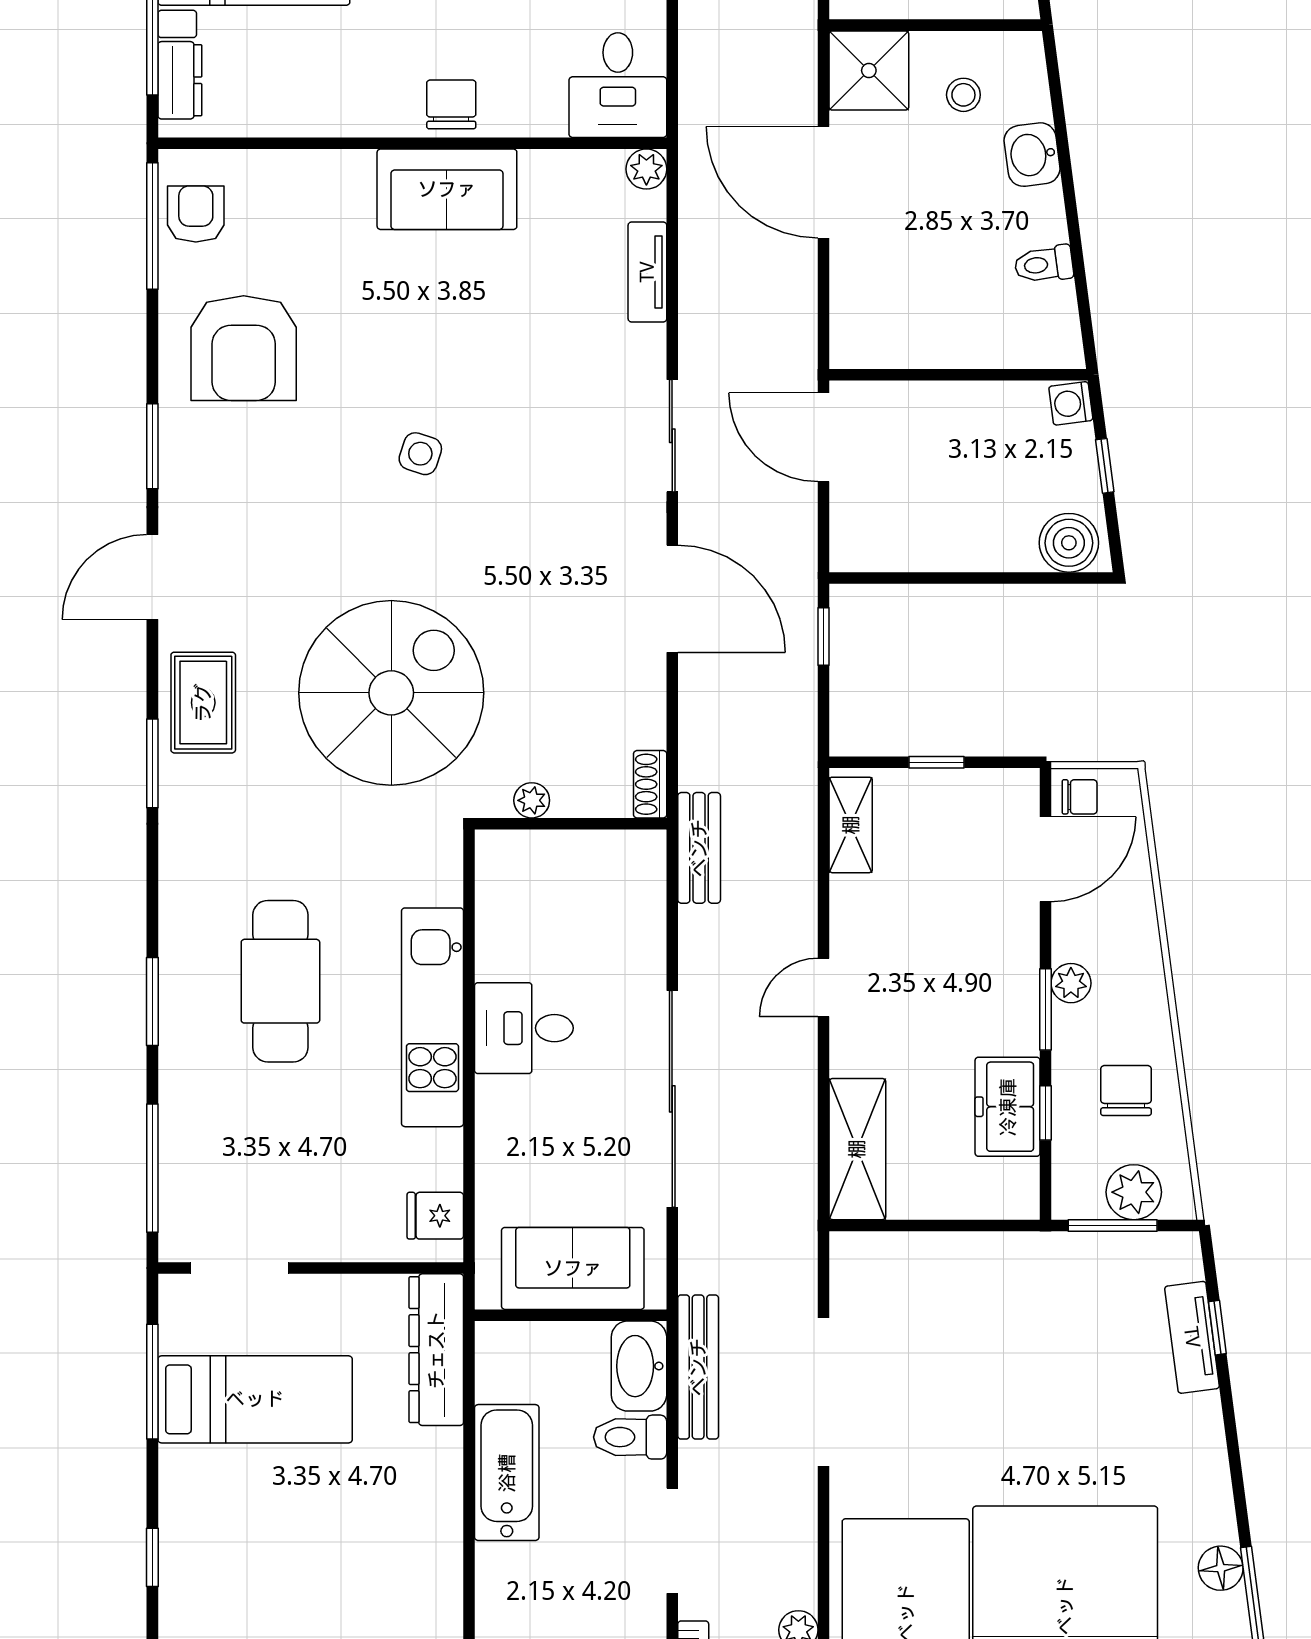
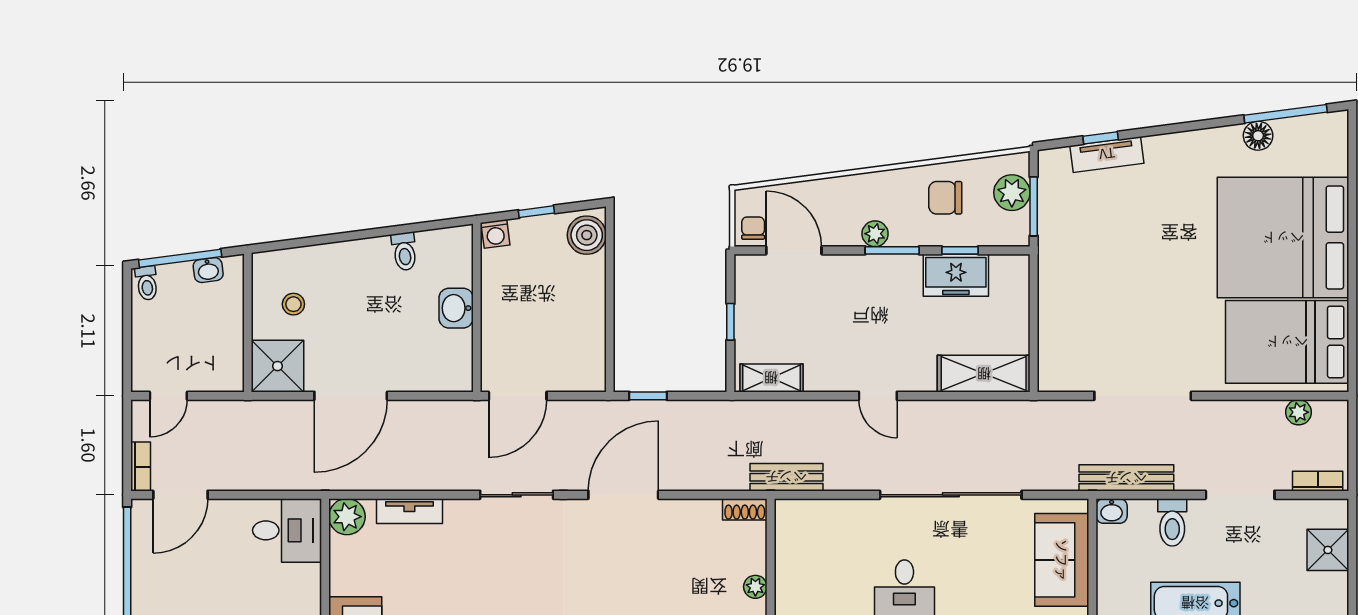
washbasin: (1032, 155) -> (456, 308), moved, turned 97
plant: (646, 169) -> (347, 517), width x1.38, depth x1.38
washbasin: (639, 1366) -> (1112, 511), width x0.52, depth x0.69

